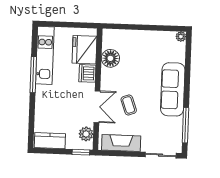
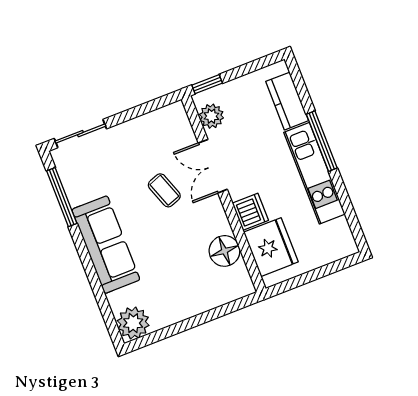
plant: (181, 37) -> (133, 323), width x1.87, depth x1.87
kitchen unit: (45, 55) -> (314, 173), moved
window: (33, 75) -> (322, 141), moved
kitchen counter: (50, 141) -> (287, 101), moved, turned 90
fireplace: (121, 143) -> (150, 126), removed

